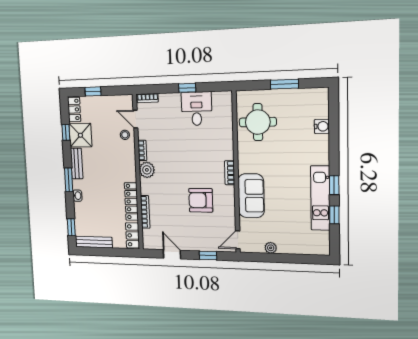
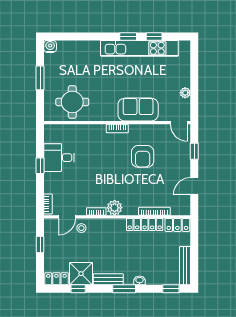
window: (93, 91) -> (40, 245), moved
water cooler: (322, 126) -> (50, 46), moved
kitchen unit: (320, 198) -> (139, 48), width x1.36

